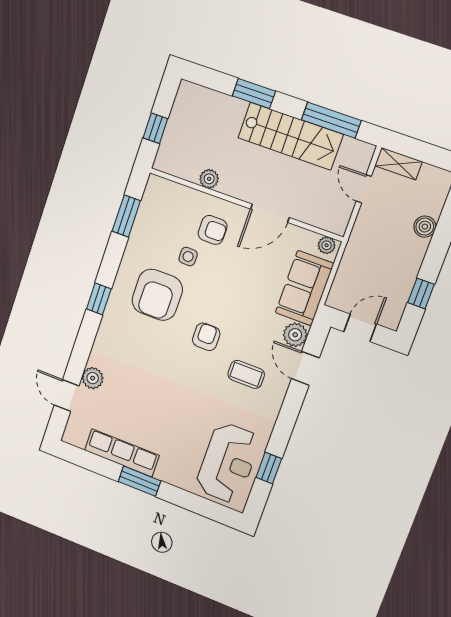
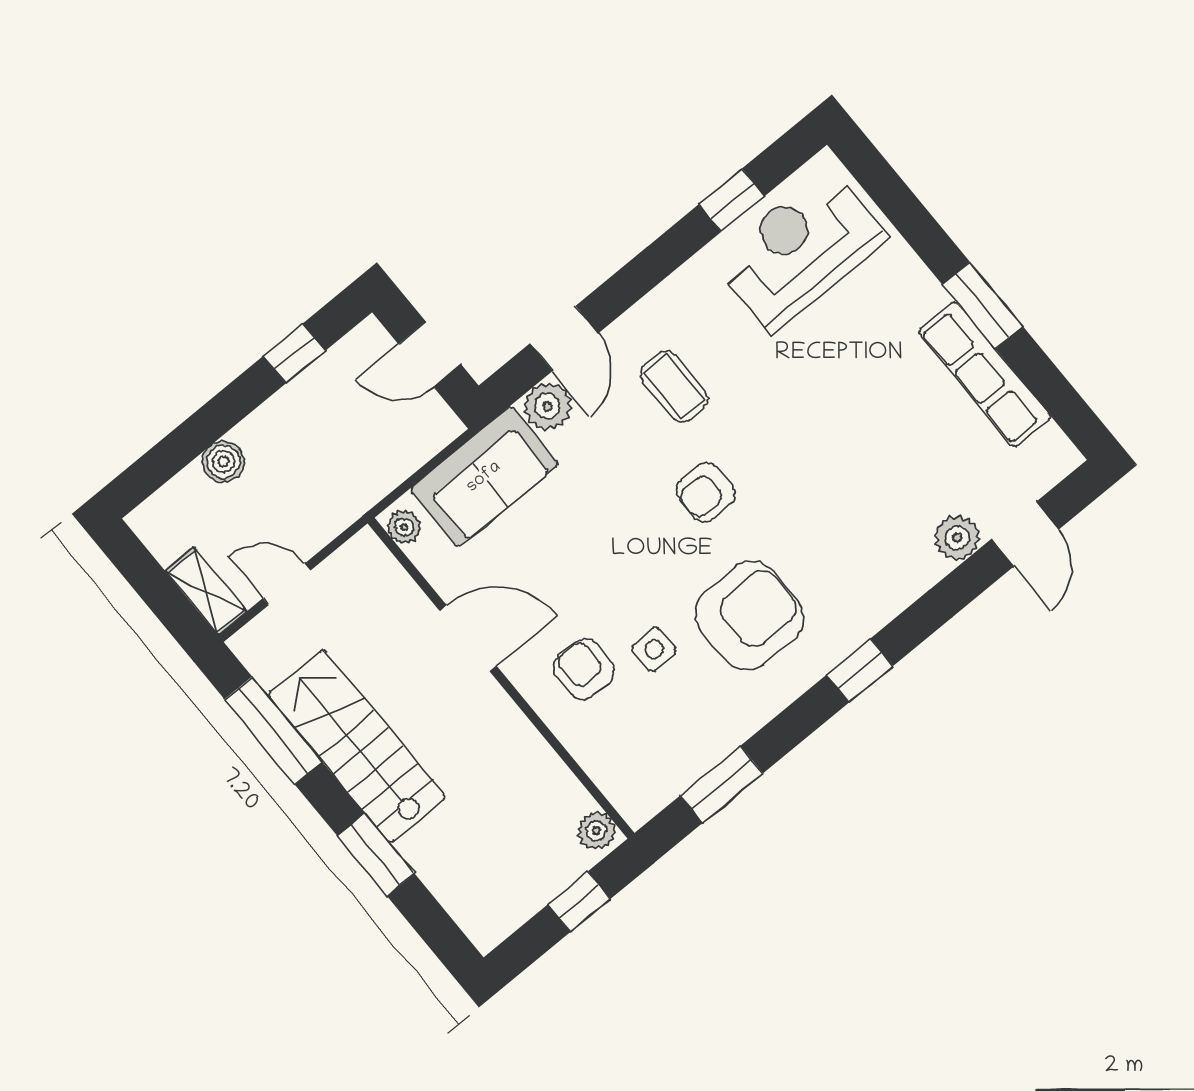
plant: (209, 179) -> (596, 831), moved
door: (364, 189) -> (287, 584), swing flipped

